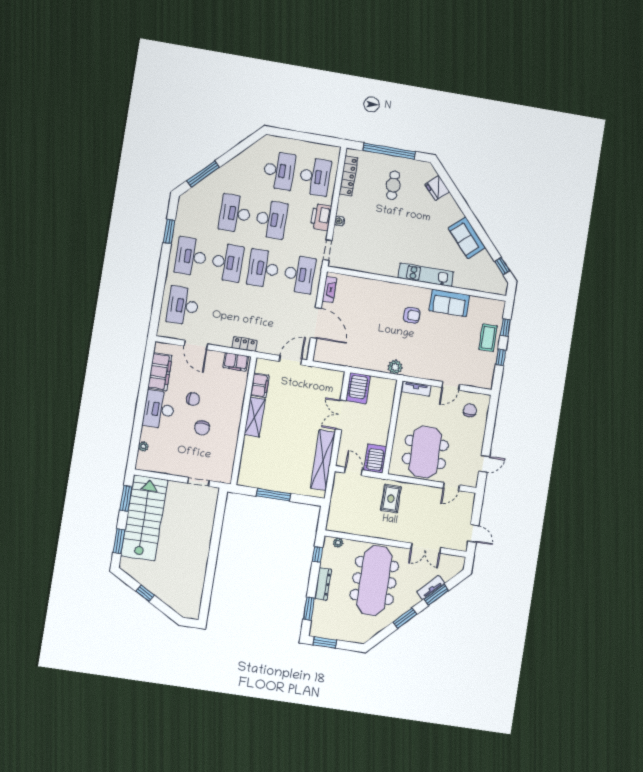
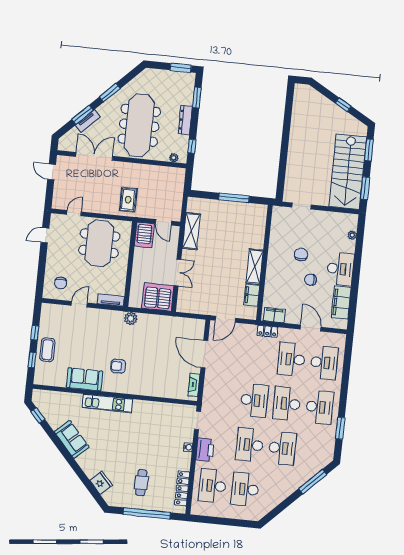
desk: (299, 274) -> (291, 359), moved
server rack: (358, 388) -> (158, 297), width x1.60
shelving: (323, 460) -> (191, 231), width x0.68
double door: (426, 548) -> (94, 156), width x1.37

